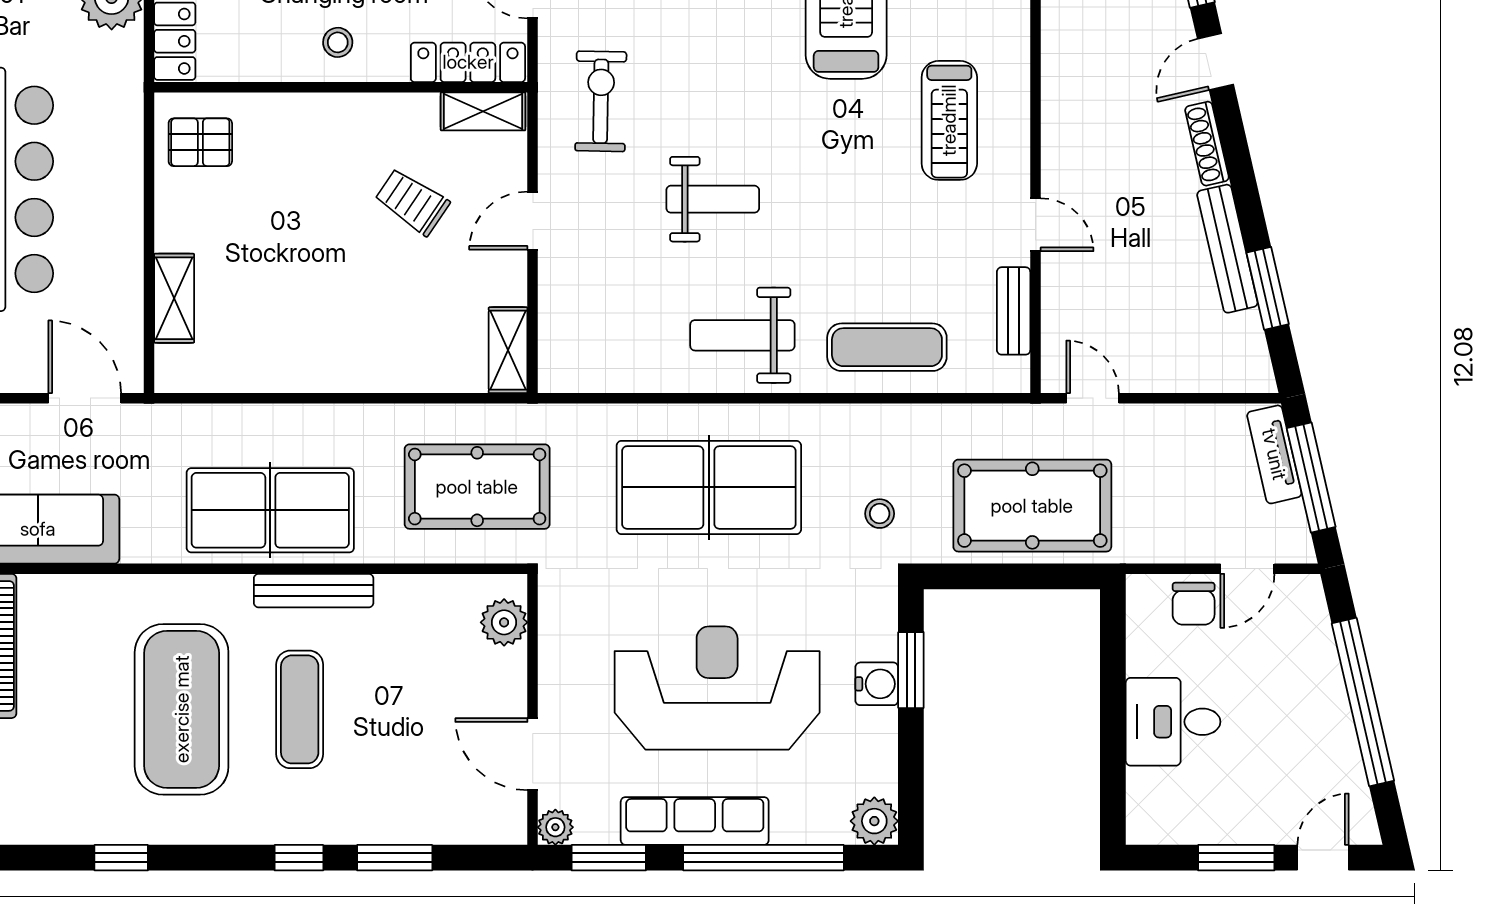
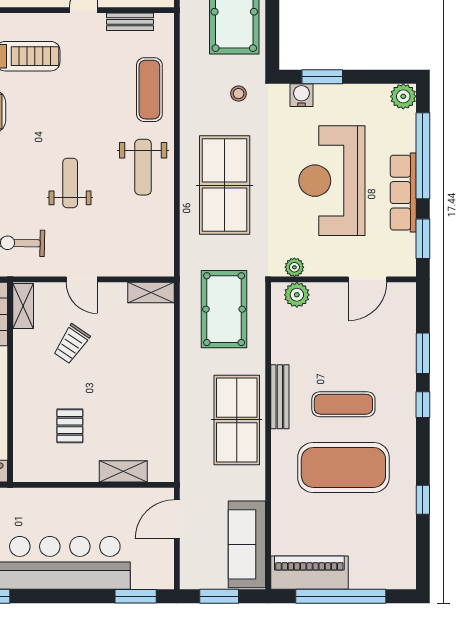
pallet: (200, 142) -> (70, 426), moved
water cooler: (877, 684) -> (301, 95), moved
plant: (555, 827) -> (294, 267), moved

